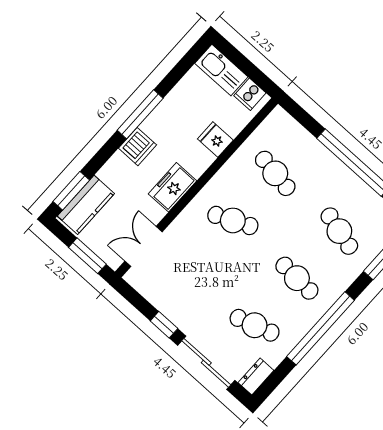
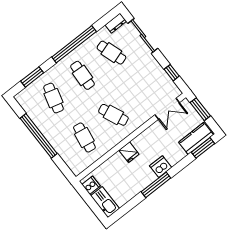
fridge: (215, 140) -> (129, 152), moved
freezer: (173, 187) -> (145, 140), removed
window: (164, 325) -> (172, 73), moved

